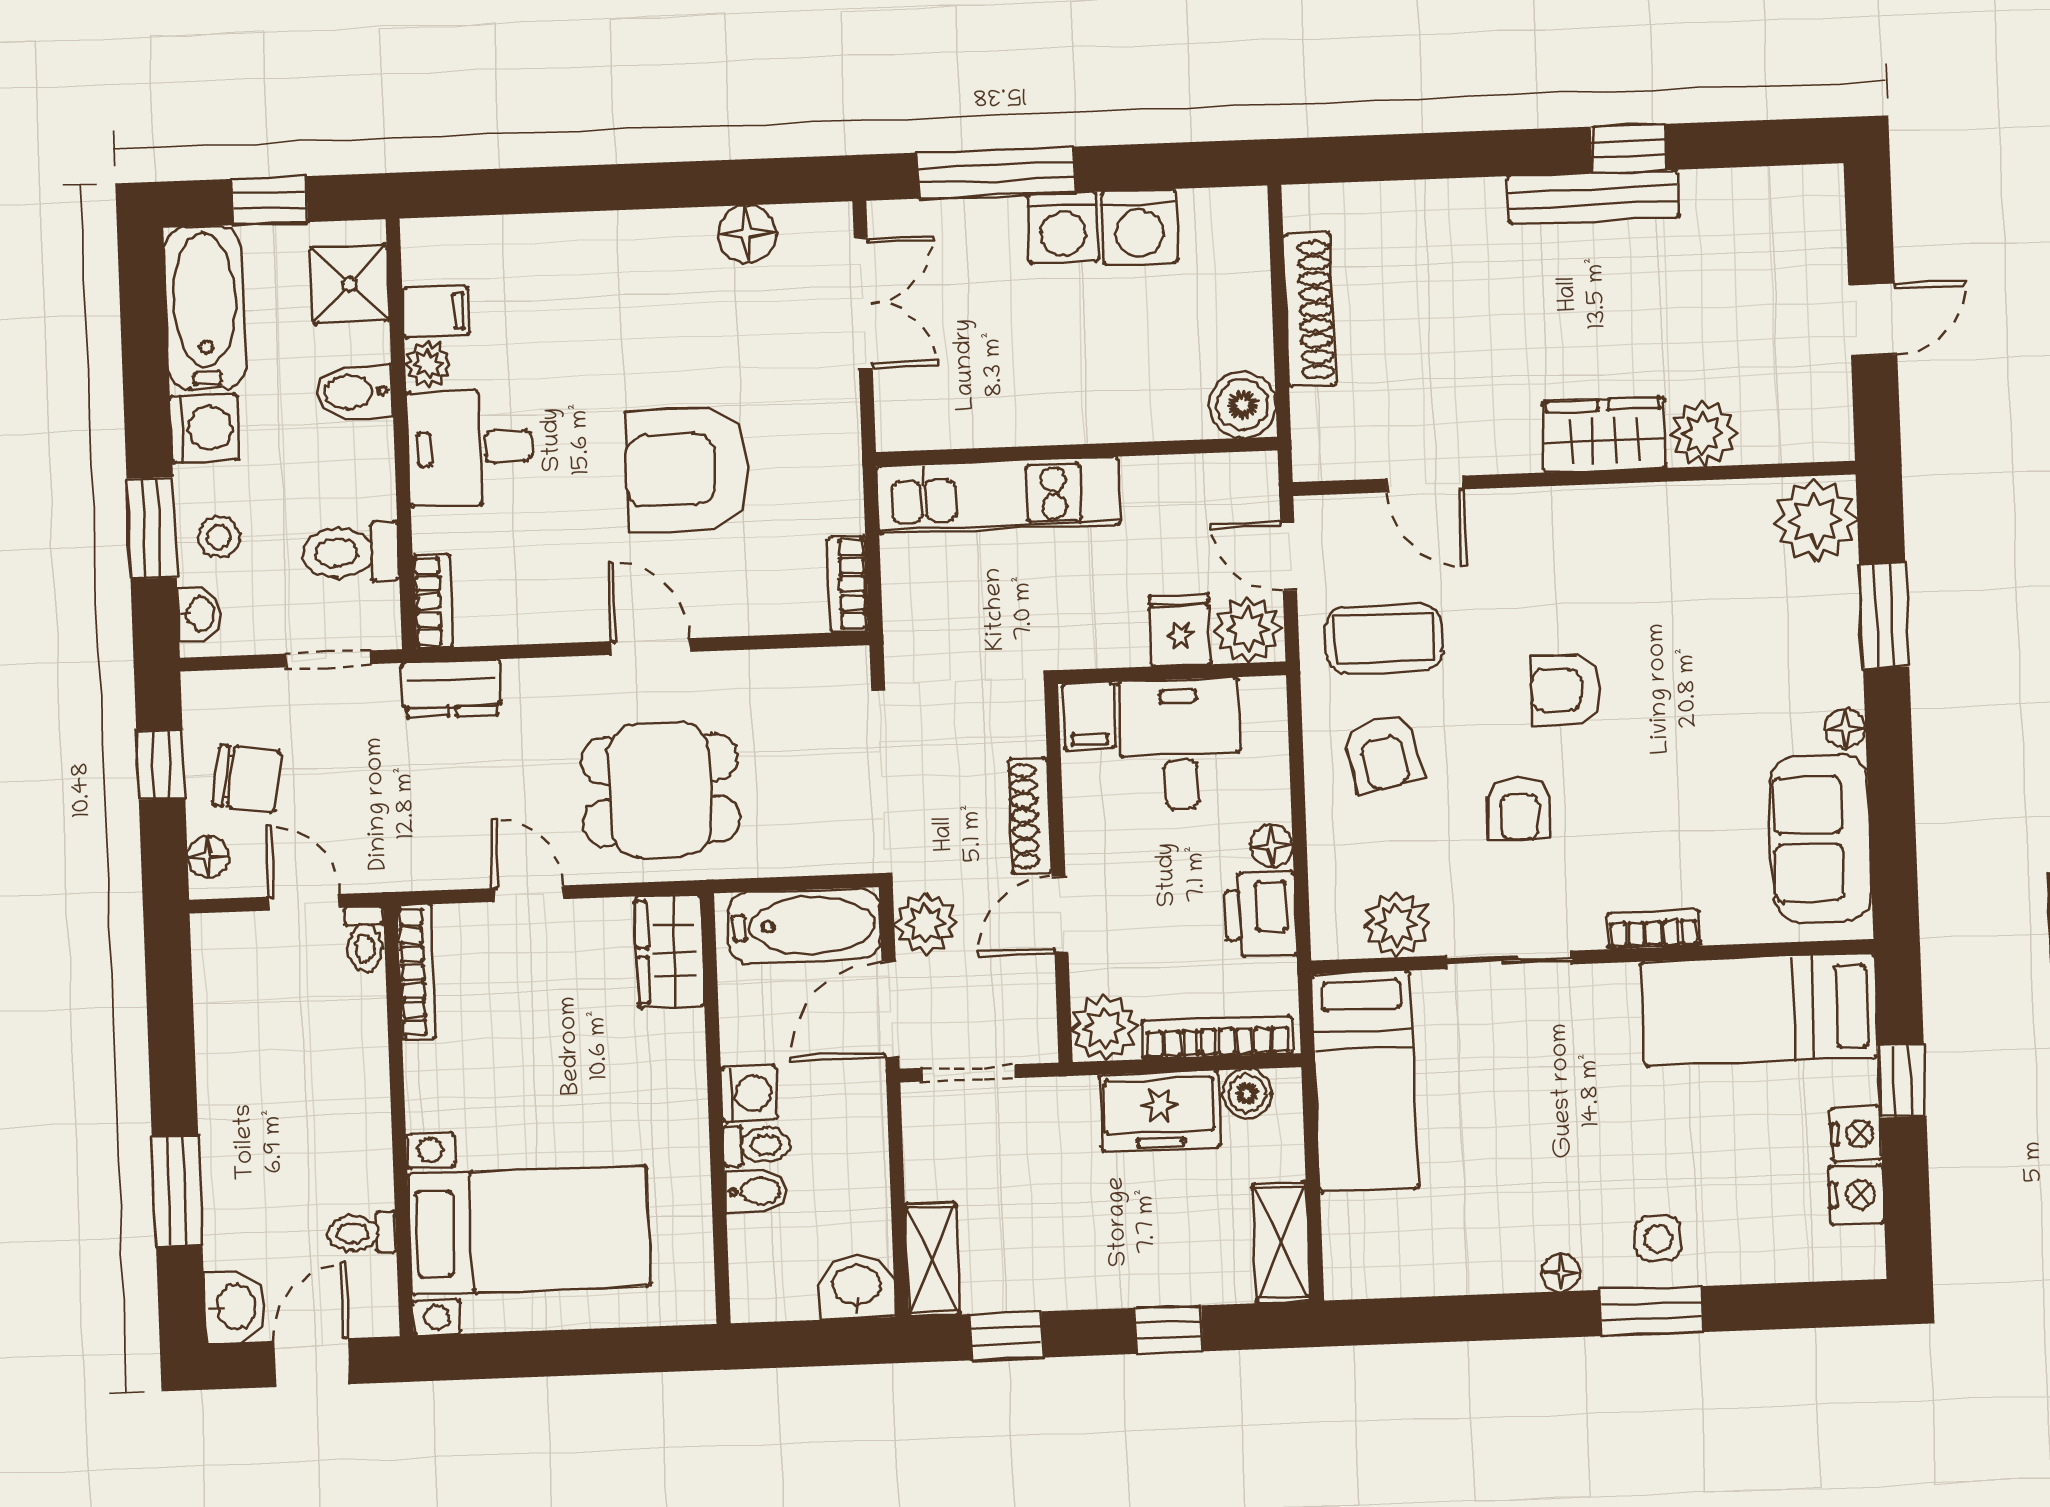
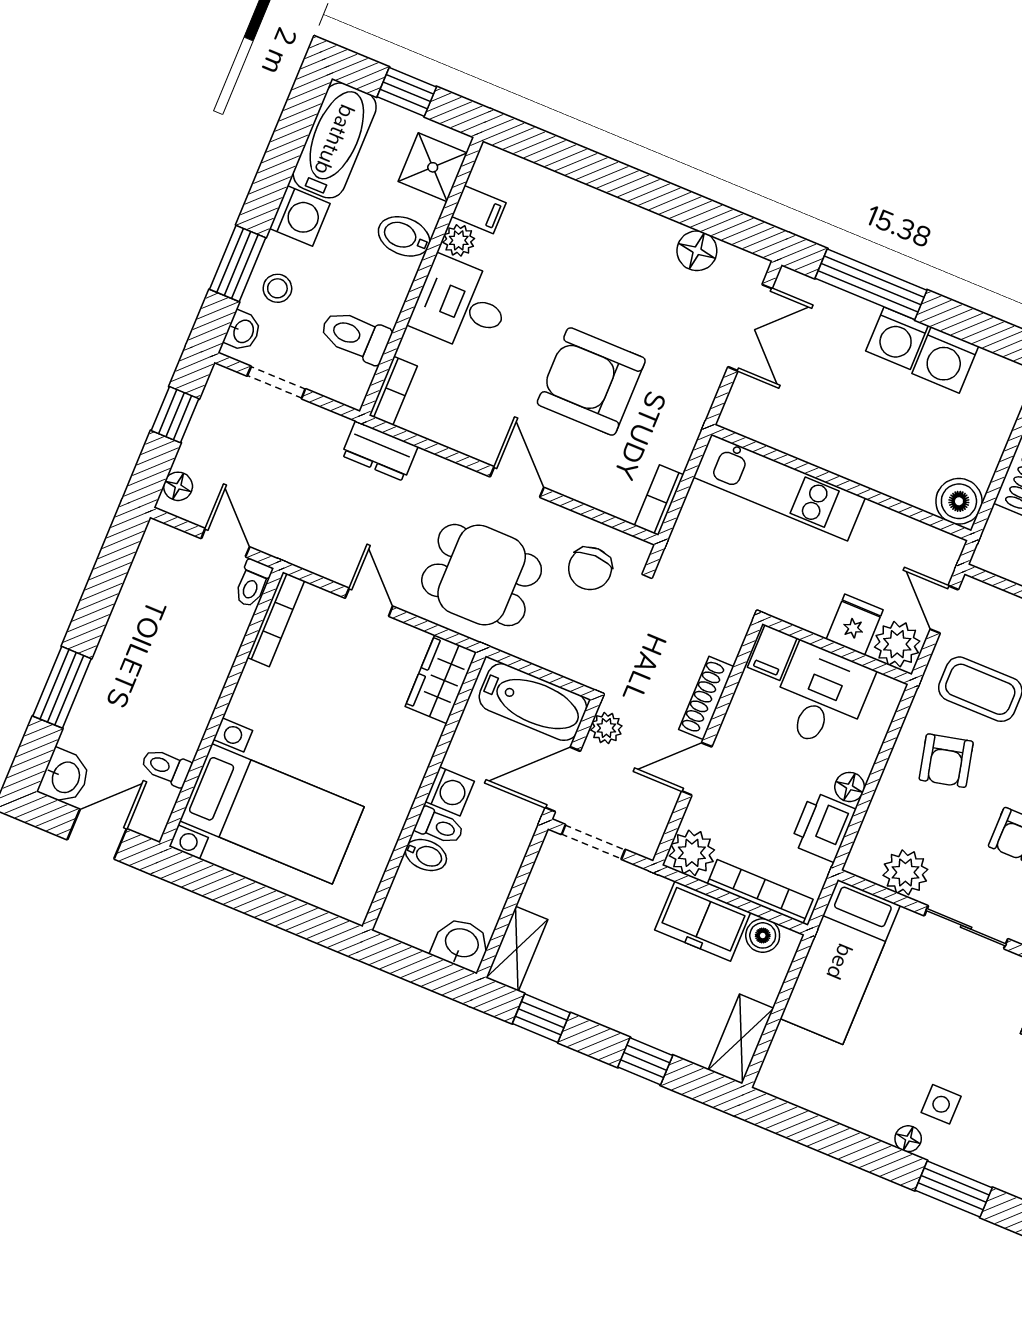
doorway: (328, 659) -> (276, 382), moved
chair: (247, 778) -> (590, 569), moved, turned 81
plant: (925, 924) -> (606, 728), width x0.73, depth x0.73
side table: (1658, 1238) -> (941, 1104), moved

